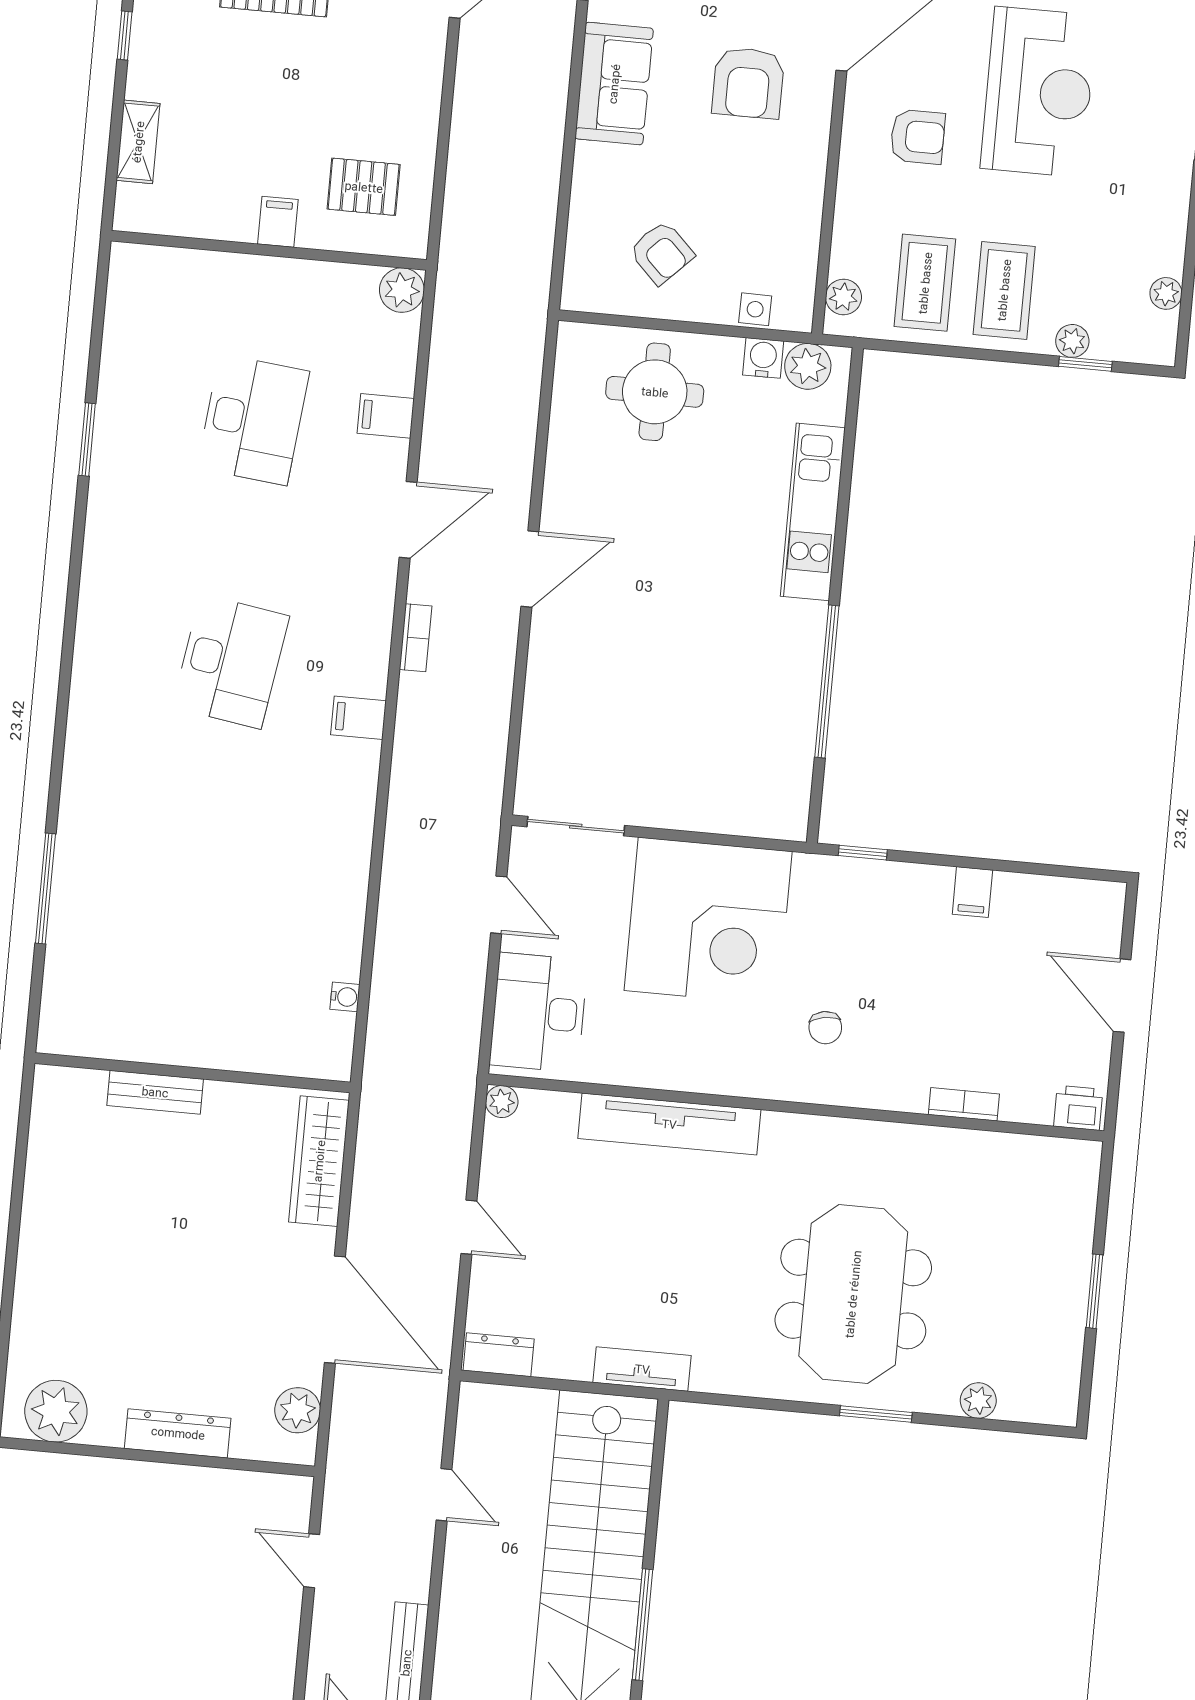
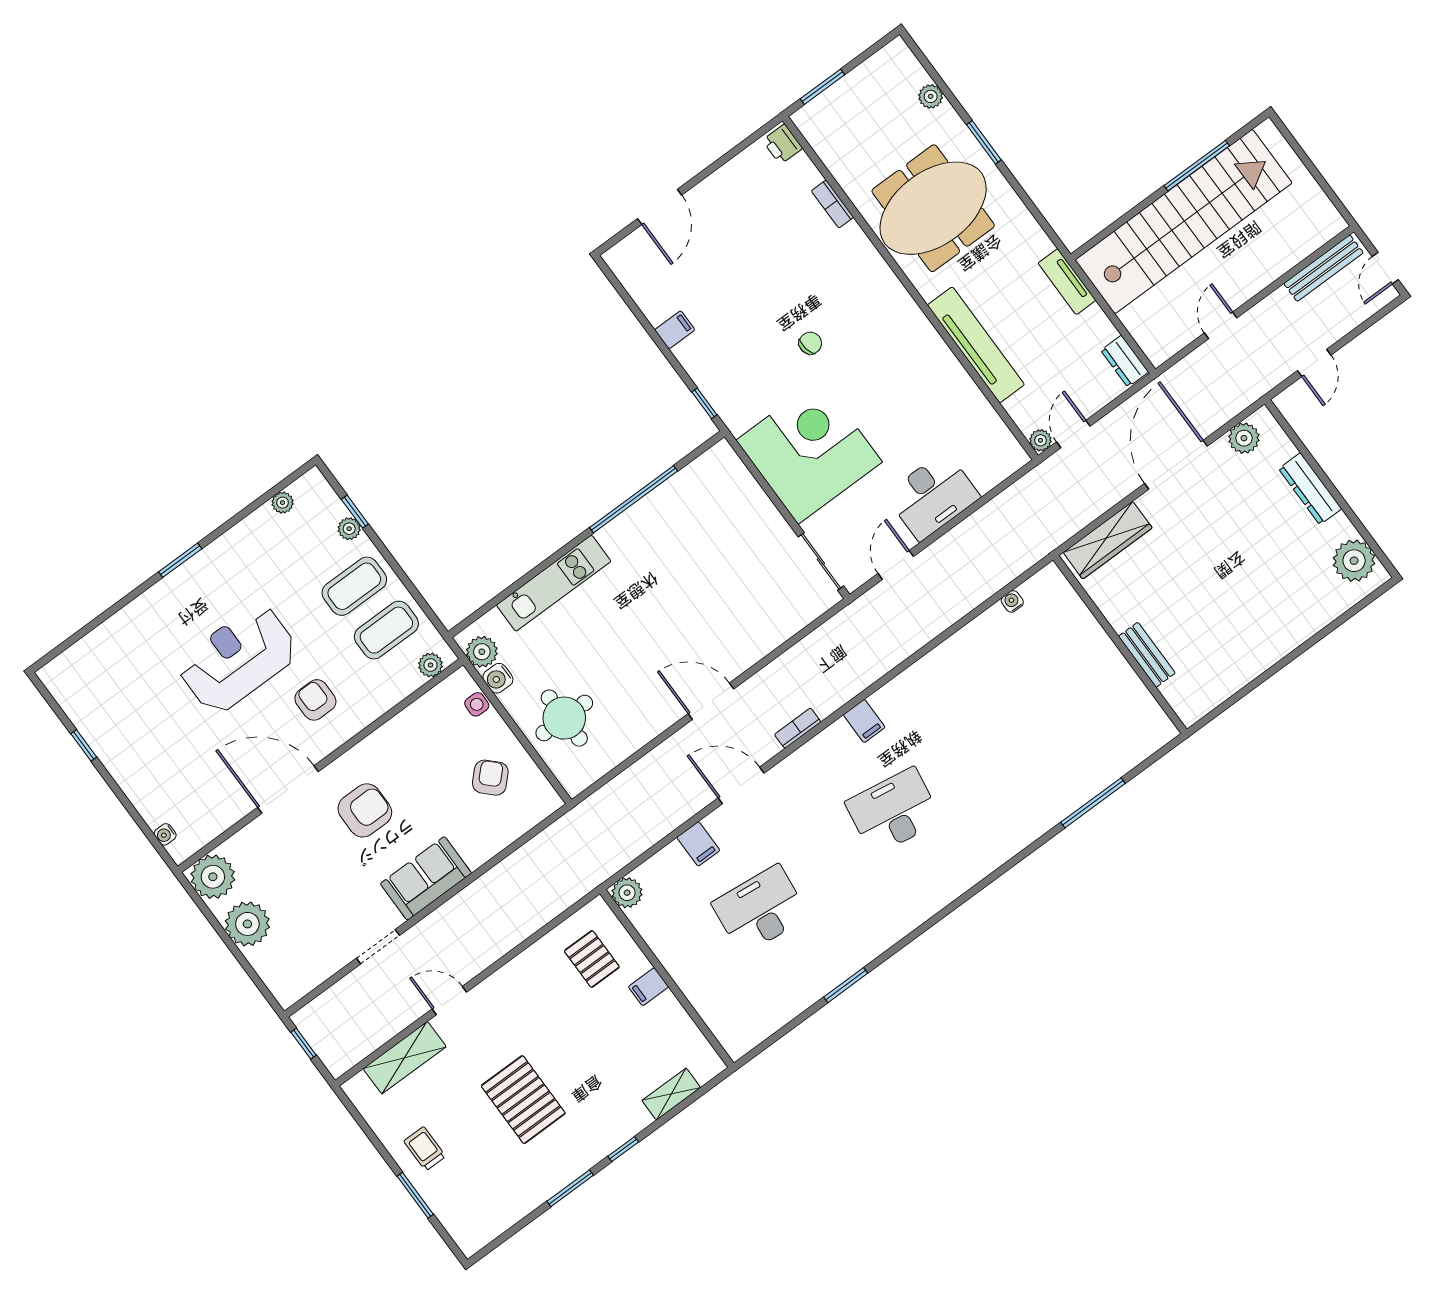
plant: (502, 1102) -> (1041, 440), moved
bookcase: (964, 1104) -> (832, 204), moved
wall: (796, 1108) -> (910, 288), moved
printer: (1078, 1108) -> (782, 144), moved
tv unit: (669, 1124) -> (976, 345), moved

